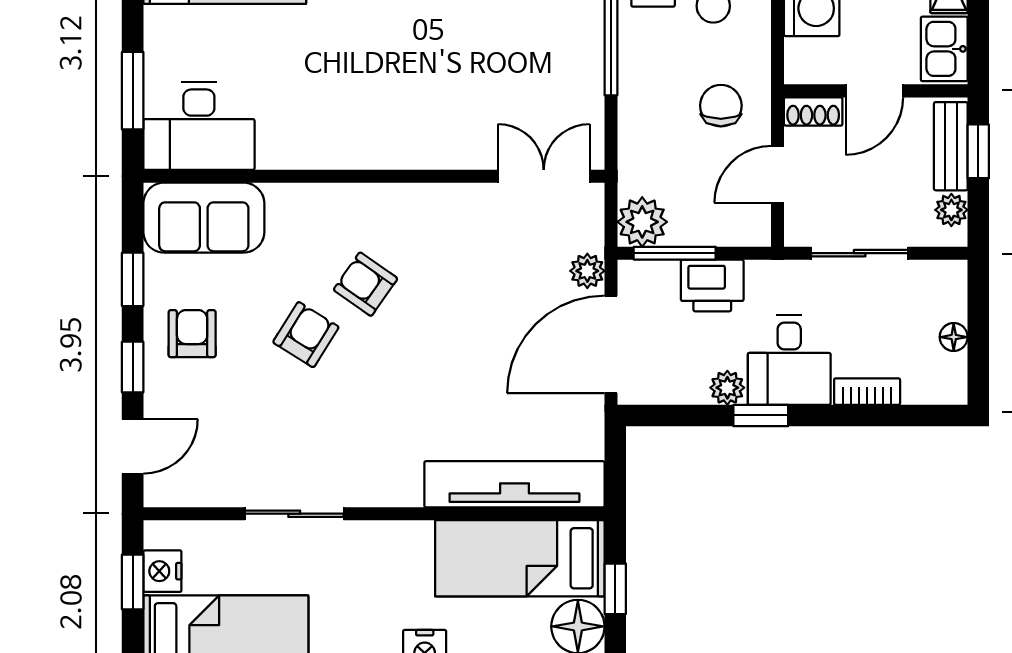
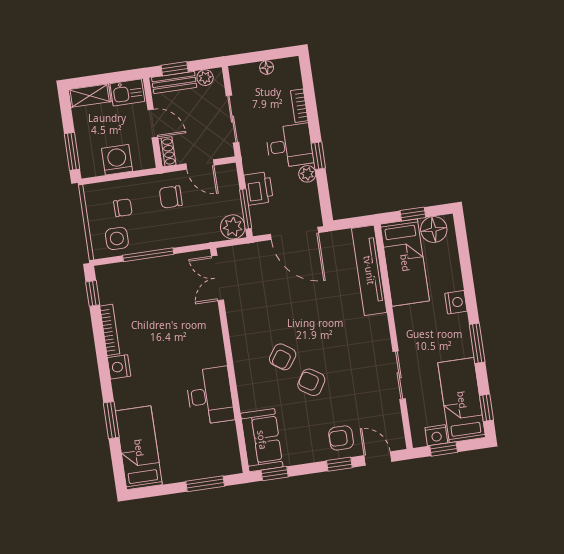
desk: (199, 126) -> (210, 396), moved
plant: (587, 271) -> (260, 250), removed
window: (133, 279) -> (275, 474), moved
armchair: (192, 334) -> (341, 438), moved

